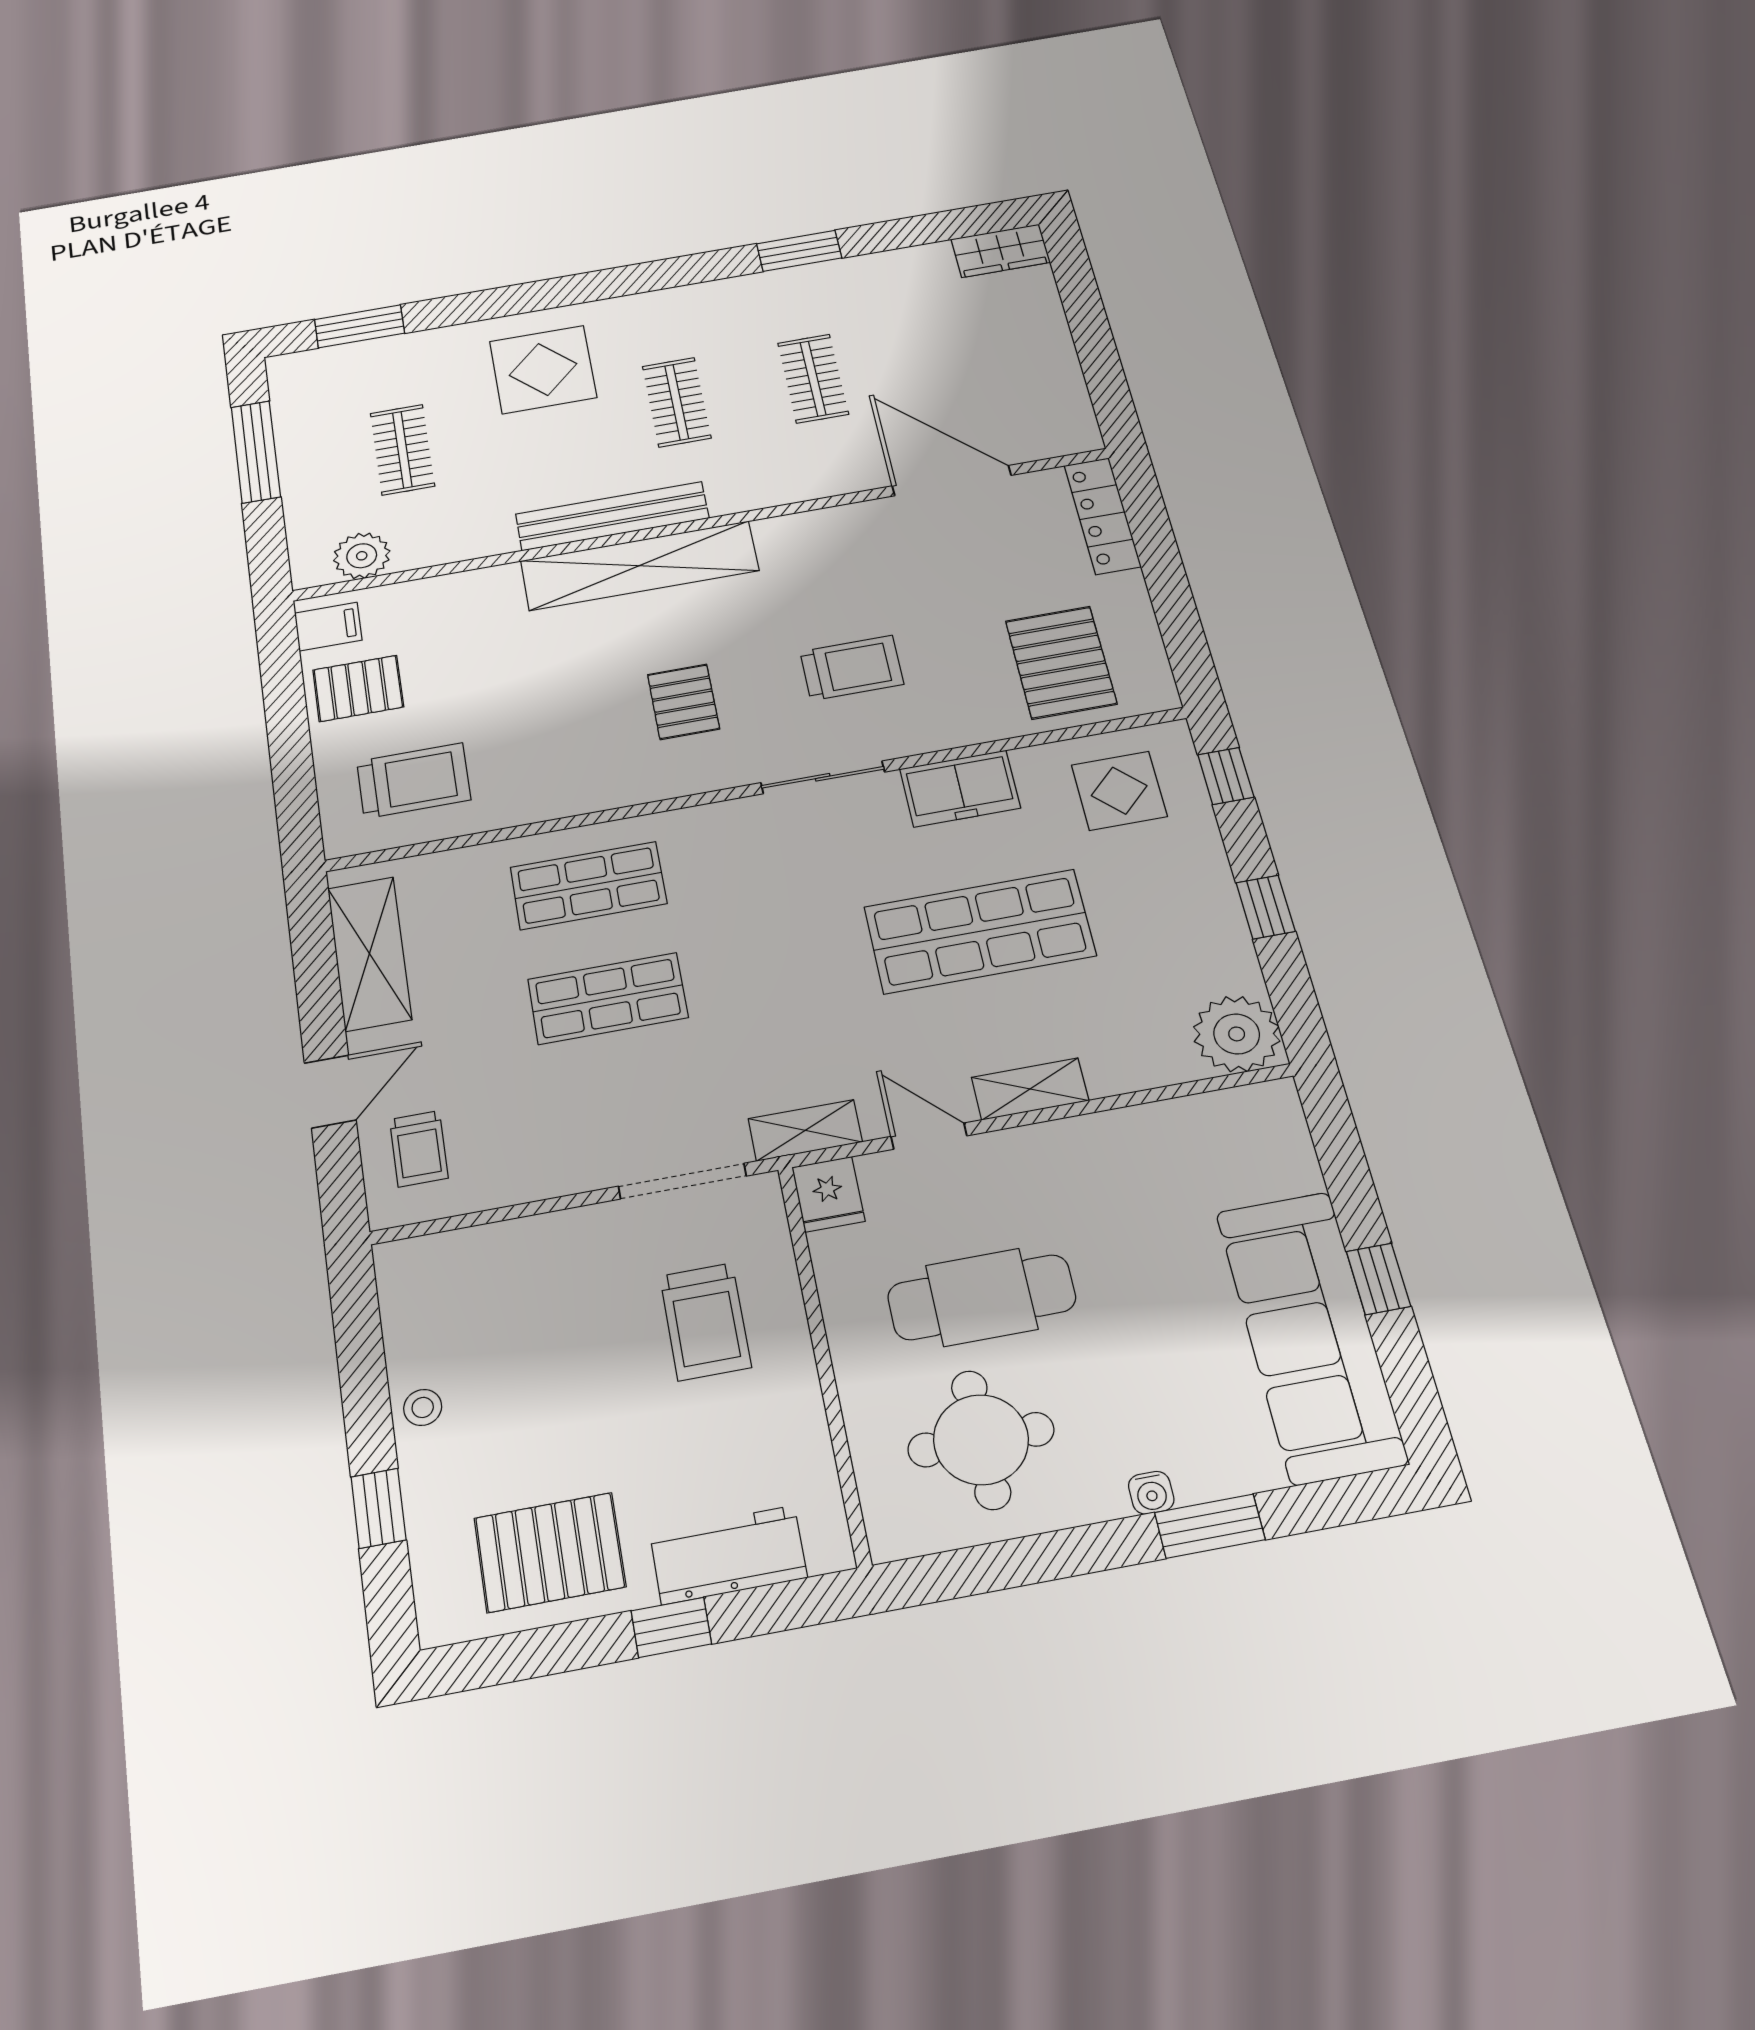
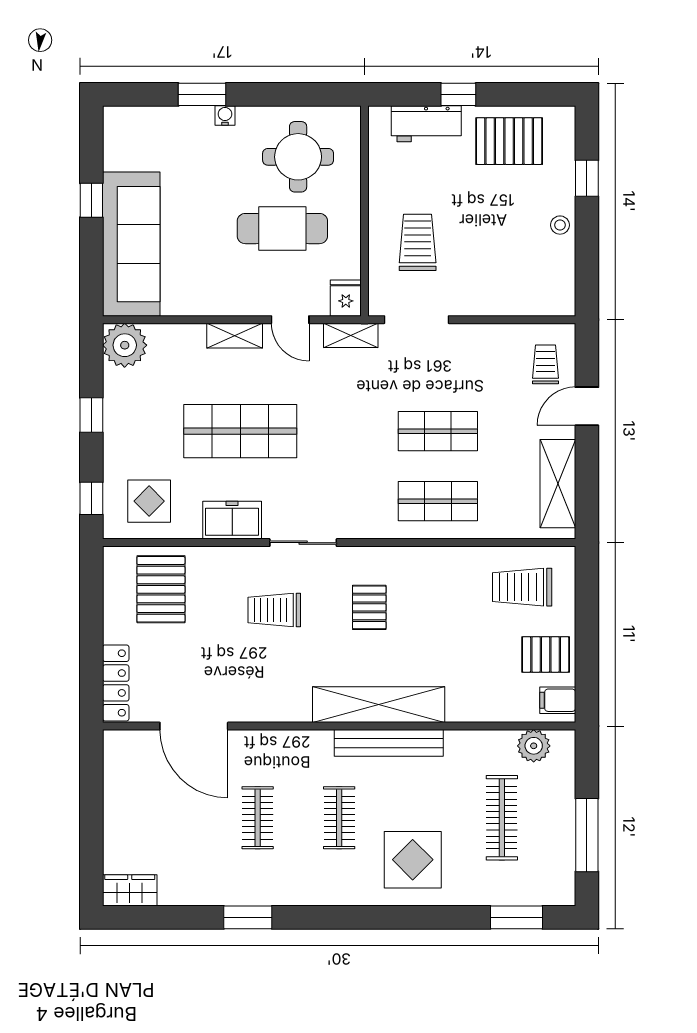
clothes rail: (402, 450) -> (502, 818), width x1.36
sofa: (1310, 1336) -> (131, 244), moved

